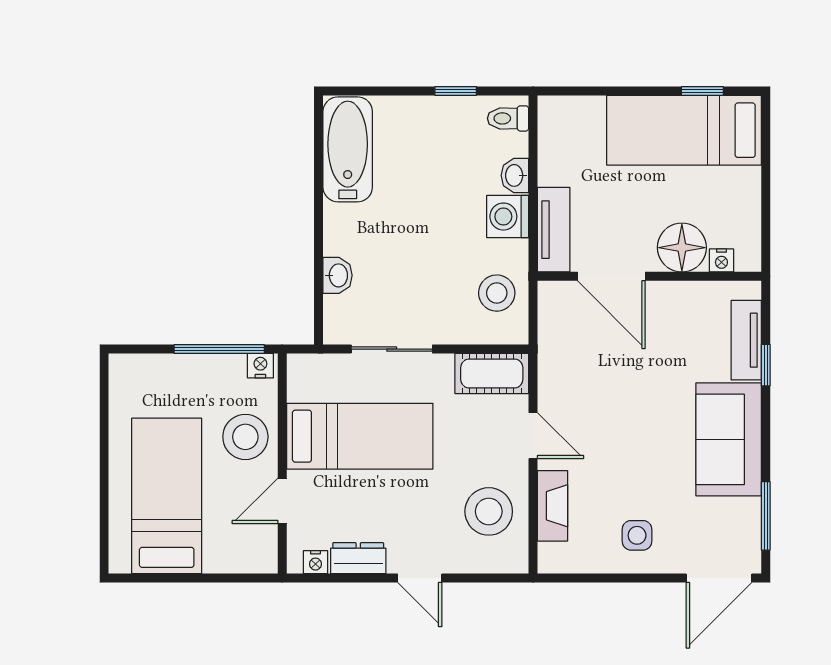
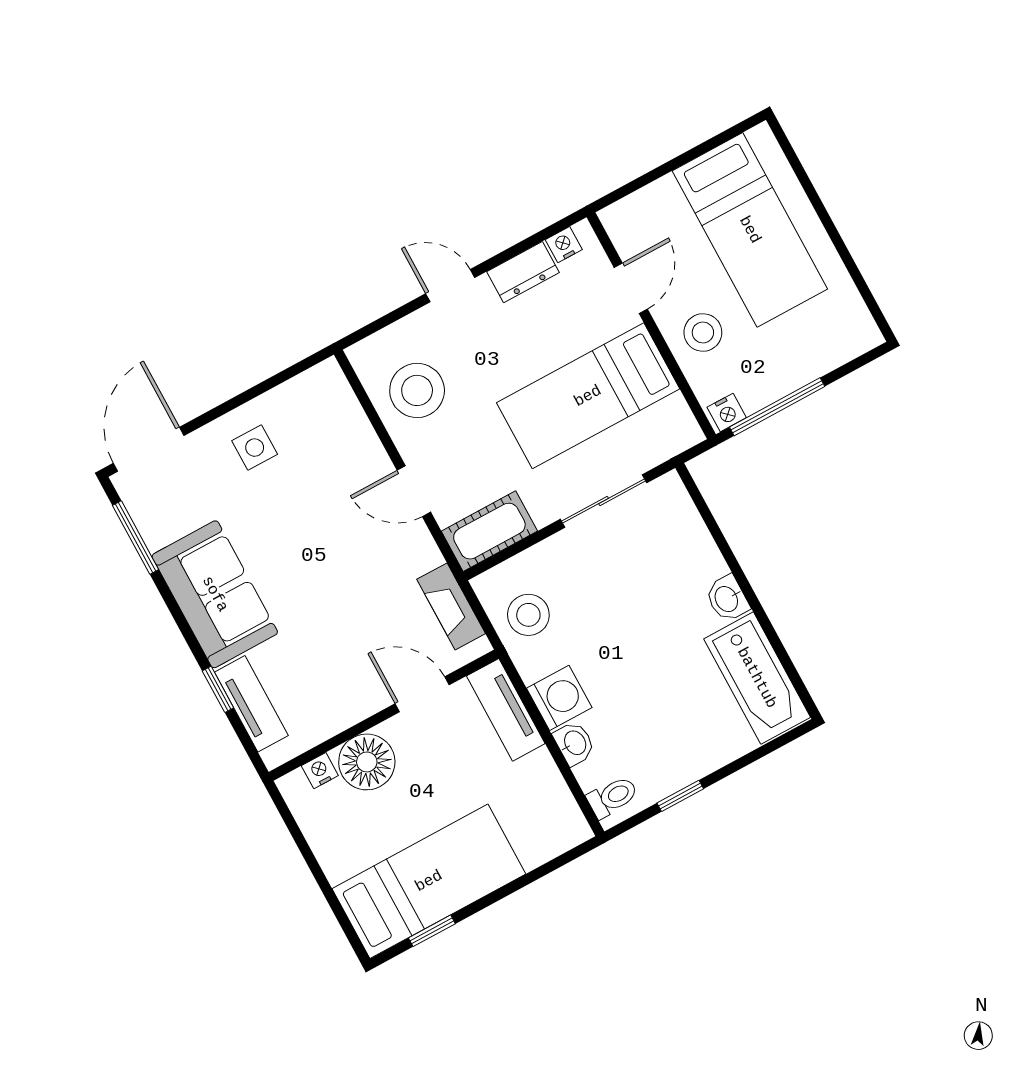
washbasin: (338, 275) -> (727, 599), moved
door: (611, 276) -> (422, 694), width x0.73
stool: (245, 437) -> (703, 332), width x0.73, depth x0.73
fireplace: (552, 506) -> (451, 606), moved

